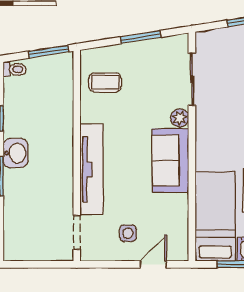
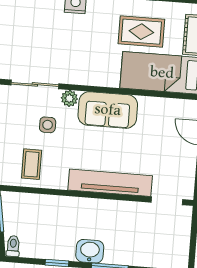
side table: (128, 233) -> (48, 125), moved

